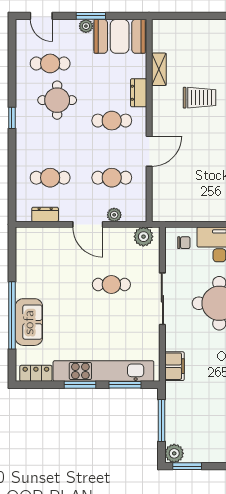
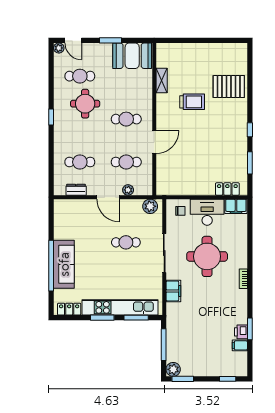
plant: (86, 26) -> (59, 48), moved
dresser: (139, 93) -> (146, 98), removed
sofa: (29, 322) -> (64, 264), width x1.36
filing cabinet: (175, 366) -> (173, 291), moved

